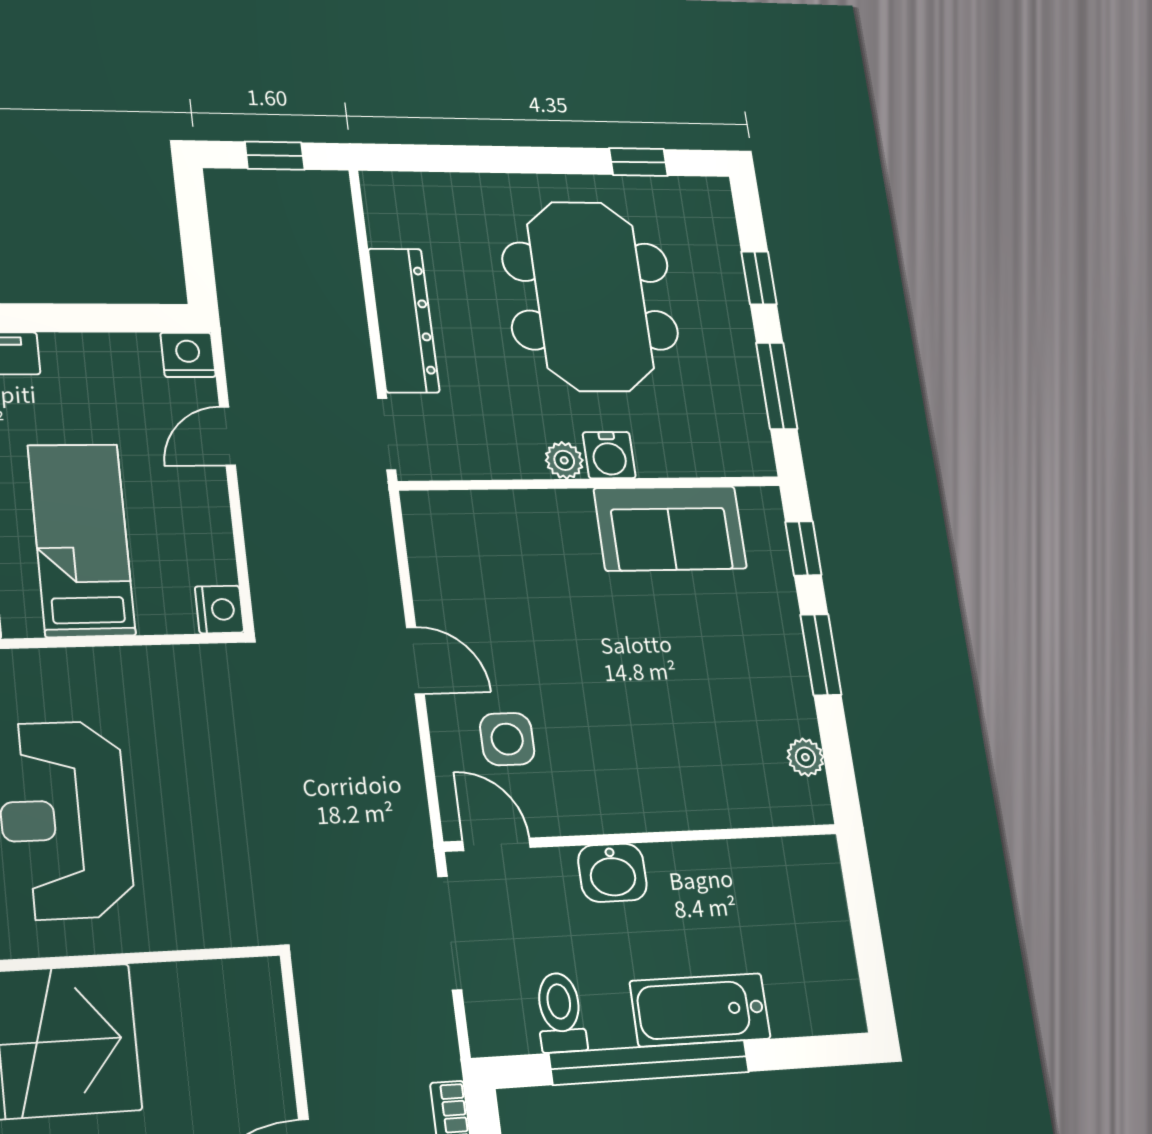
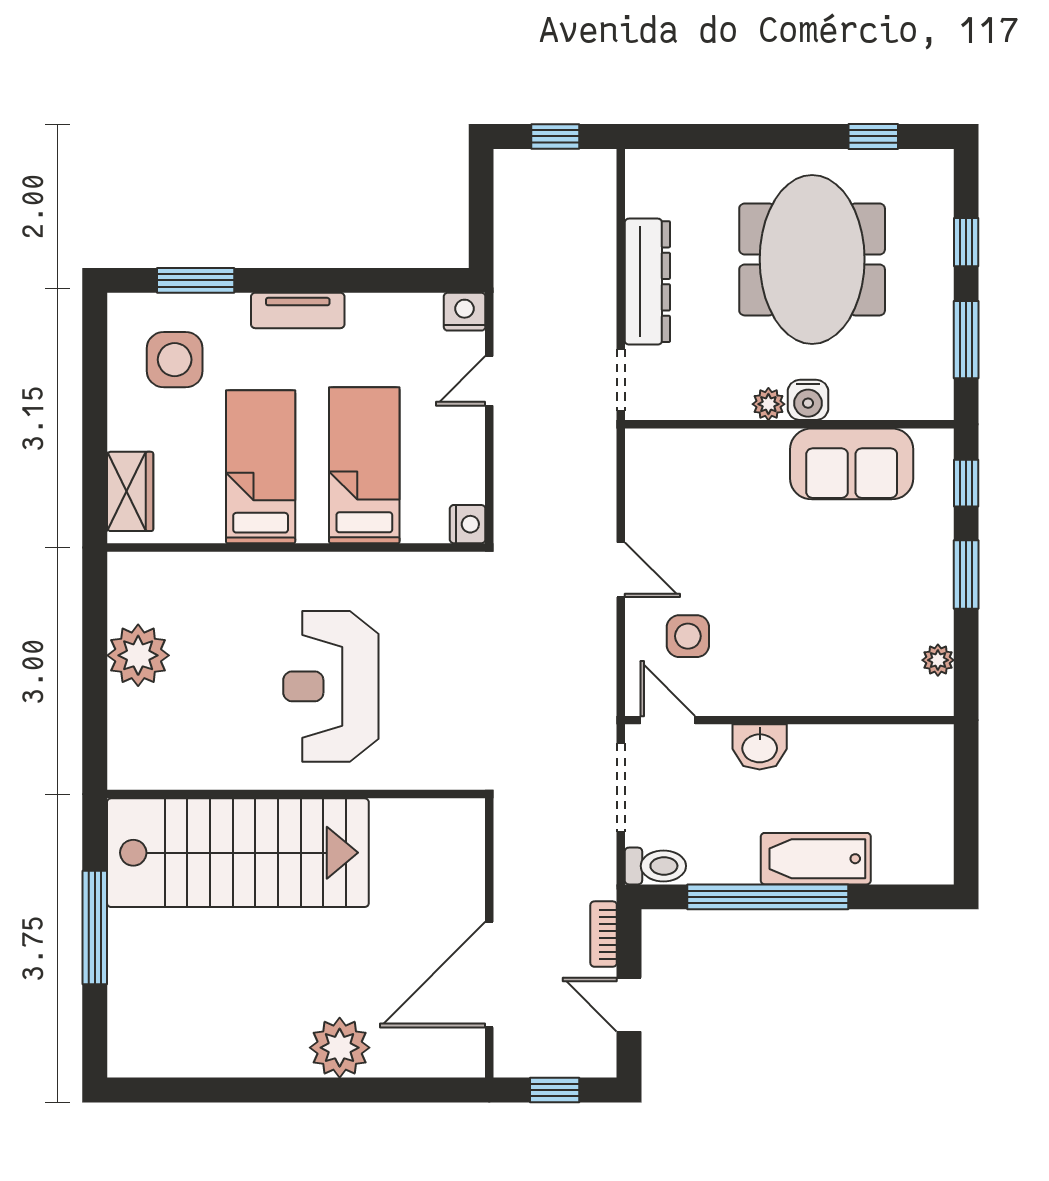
toilet: (560, 1012) -> (655, 866), moved, turned 90

